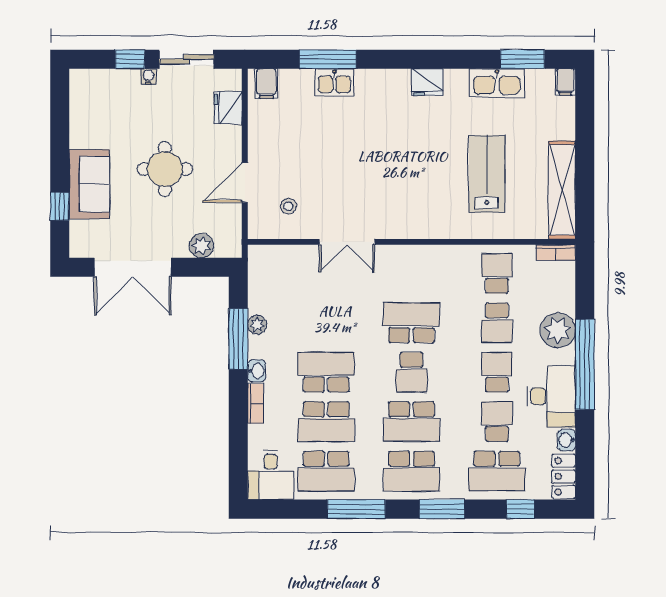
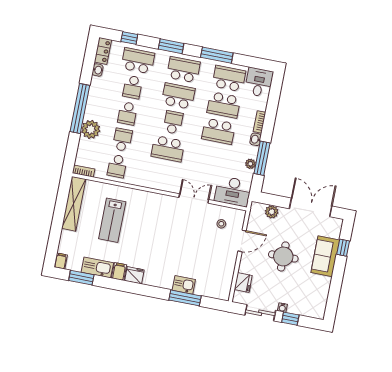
filing cabinet: (266, 84) -> (119, 272), moved
desk: (551, 396) -> (233, 191), moved, turned -90
school desk: (326, 422) -> (224, 105), turned 180

